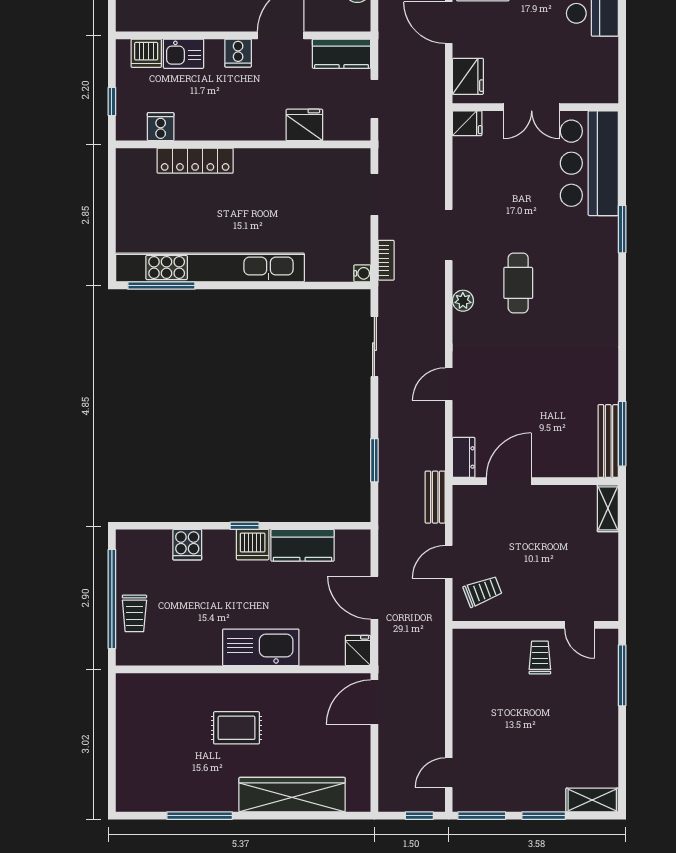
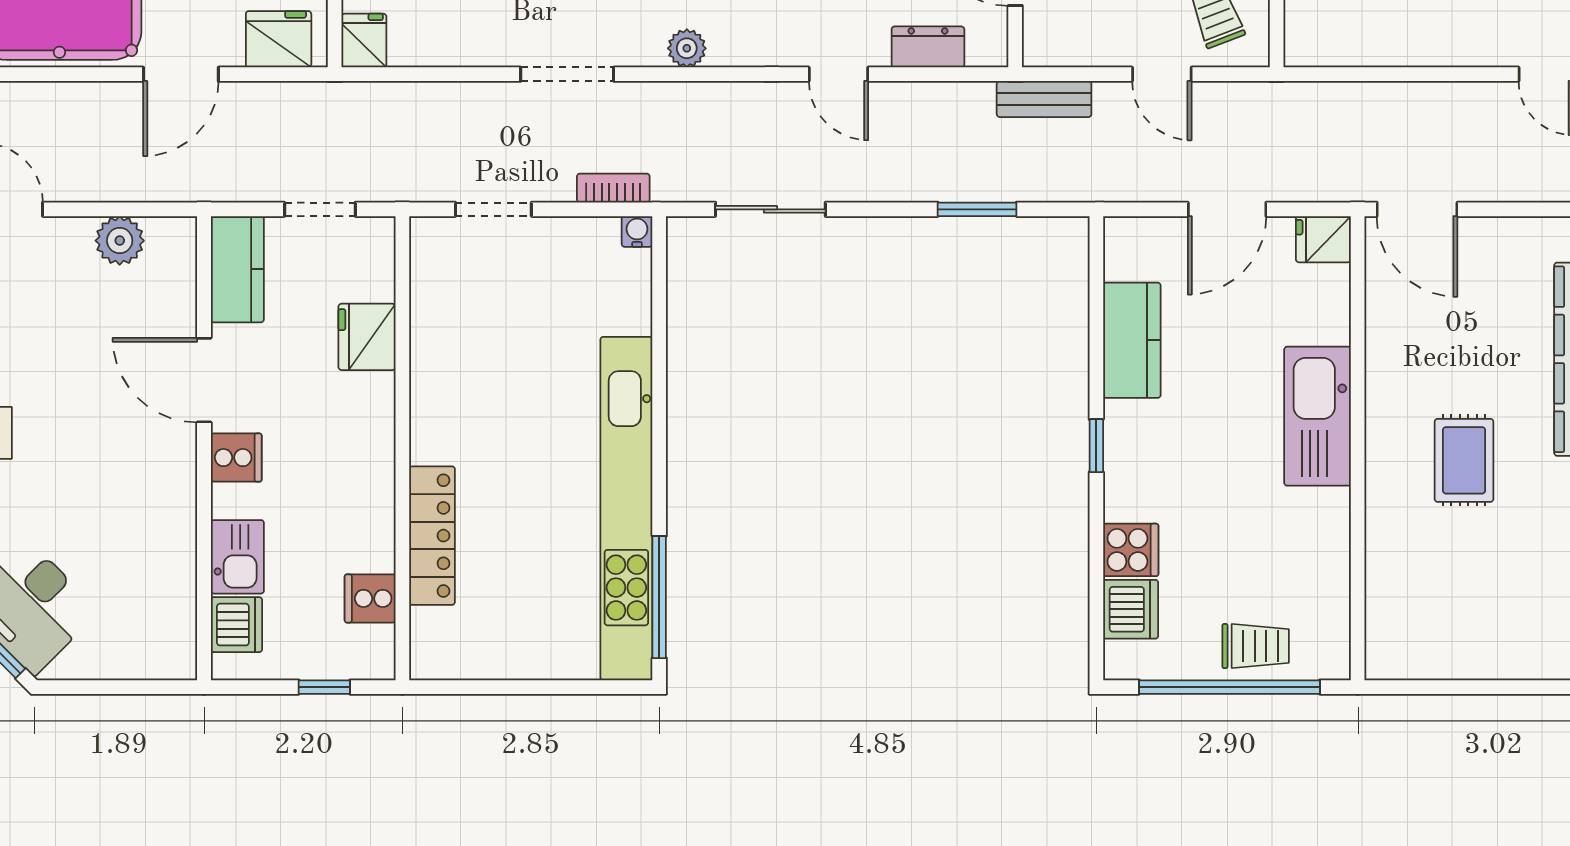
dresser: (464, 457) -> (928, 47), moved
dishwasher: (253, 545) -> (1131, 609), moved

